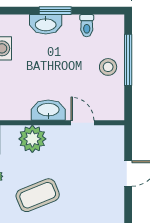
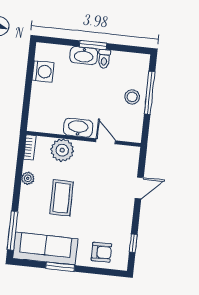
toilet: (87, 26) -> (104, 59), moved
coffee table: (38, 195) -> (62, 198), turned -68

